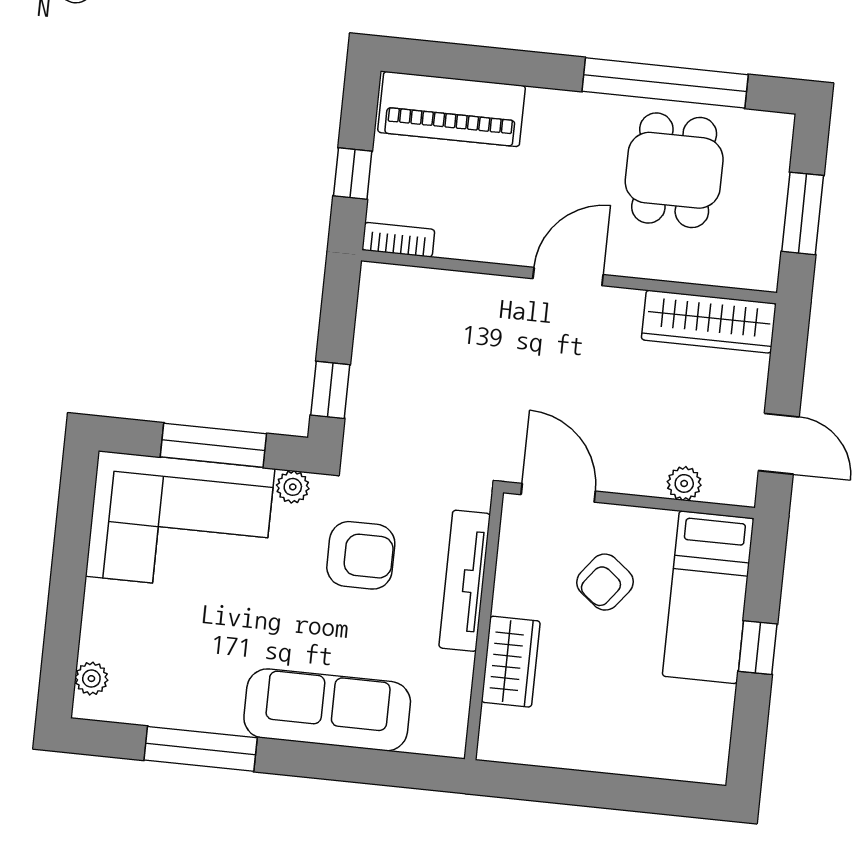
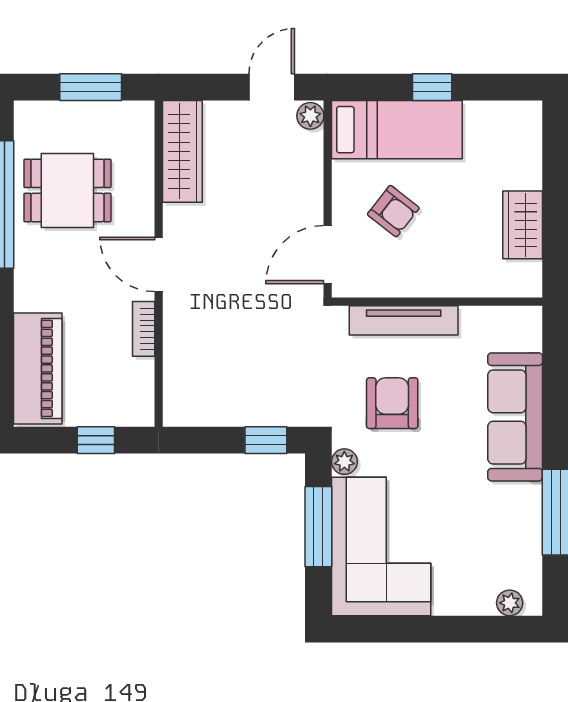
bookcase: (398, 240) -> (144, 329), moved
plant: (684, 483) -> (310, 116), moved
wardrobe: (511, 662) -> (523, 225), moved, turned -90

